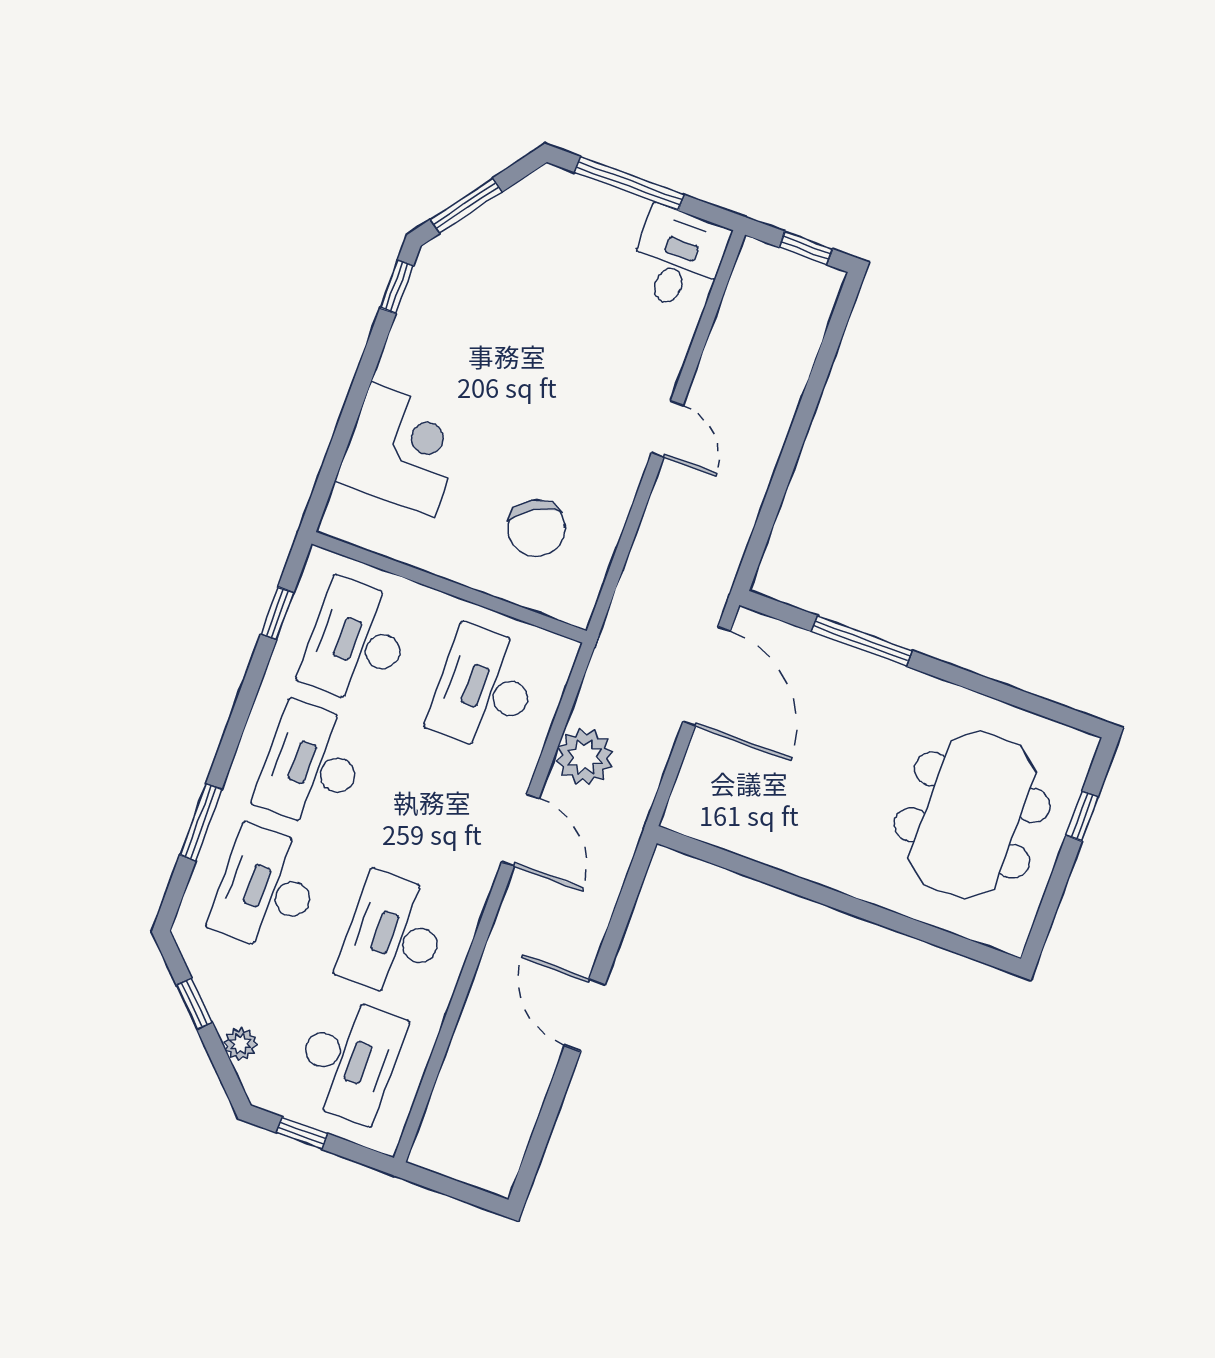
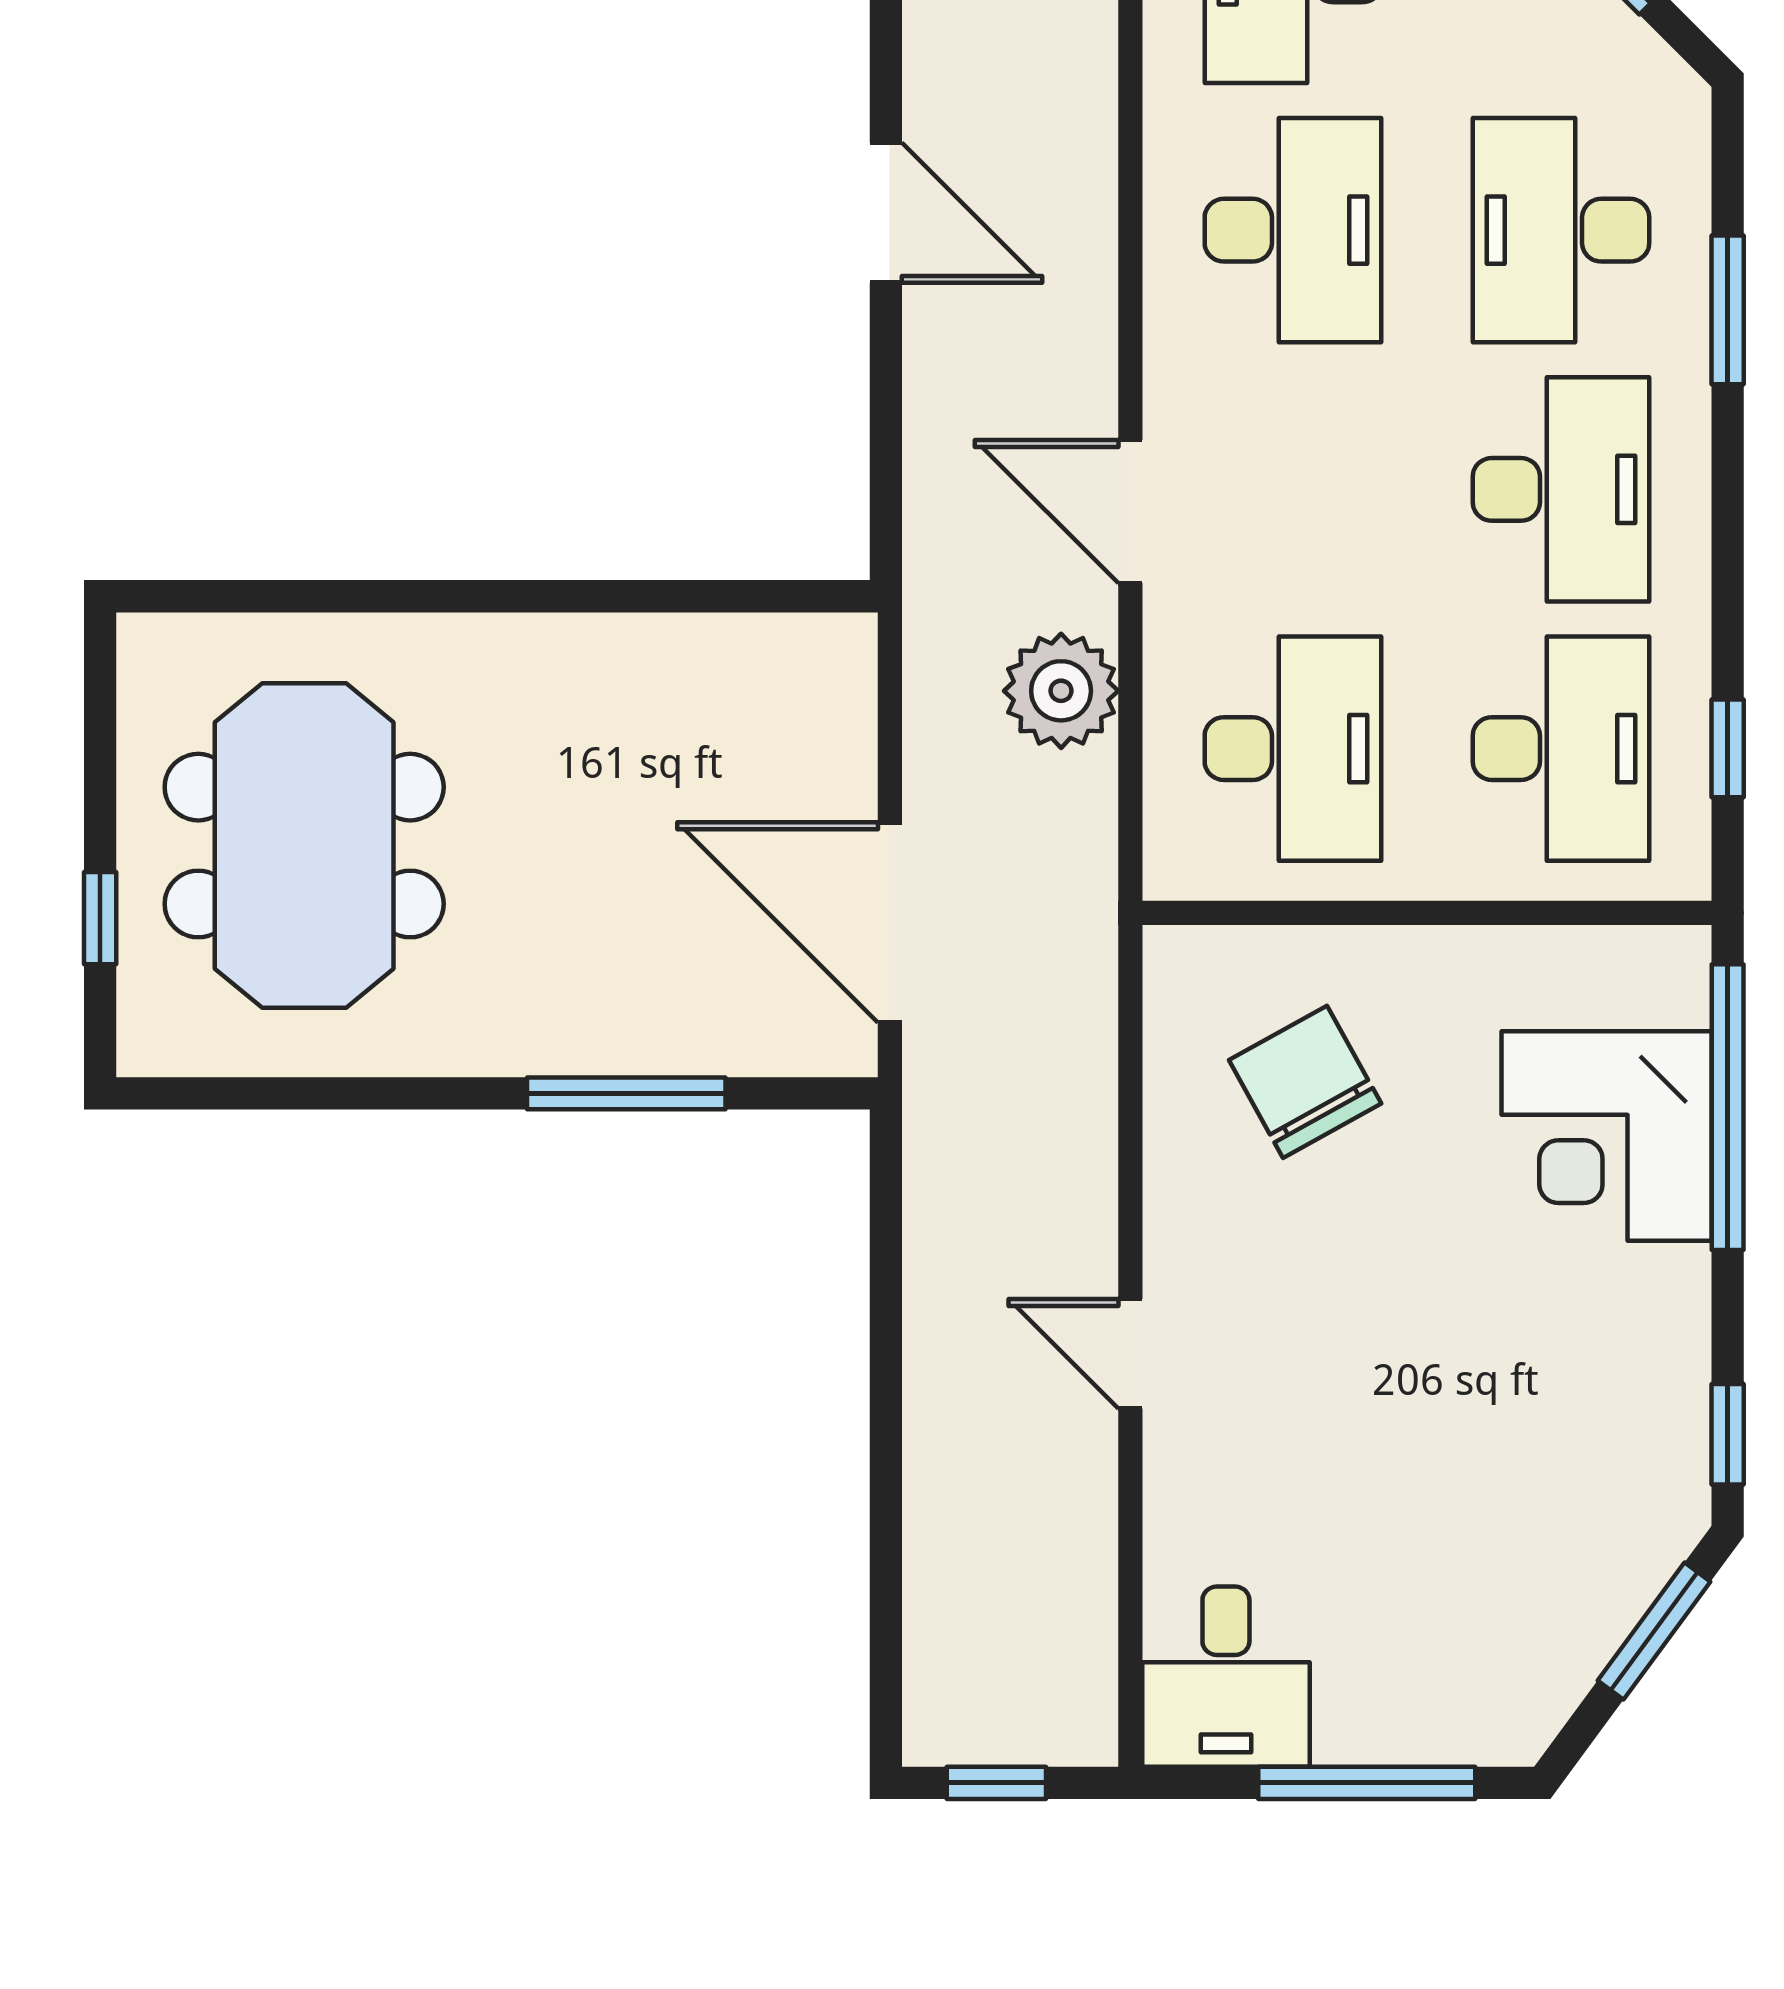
window: (340, 442) -> (1728, 1107), added
desk: (266, 889) -> (1561, 230), turned 180

